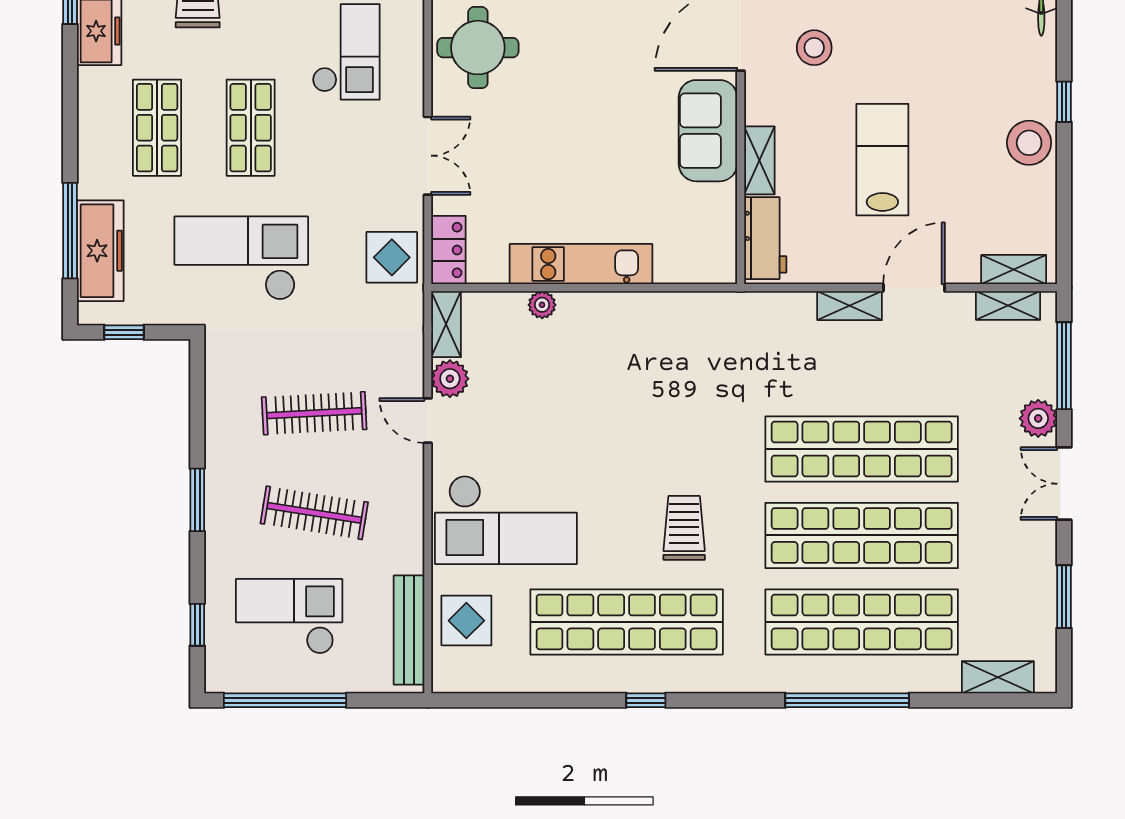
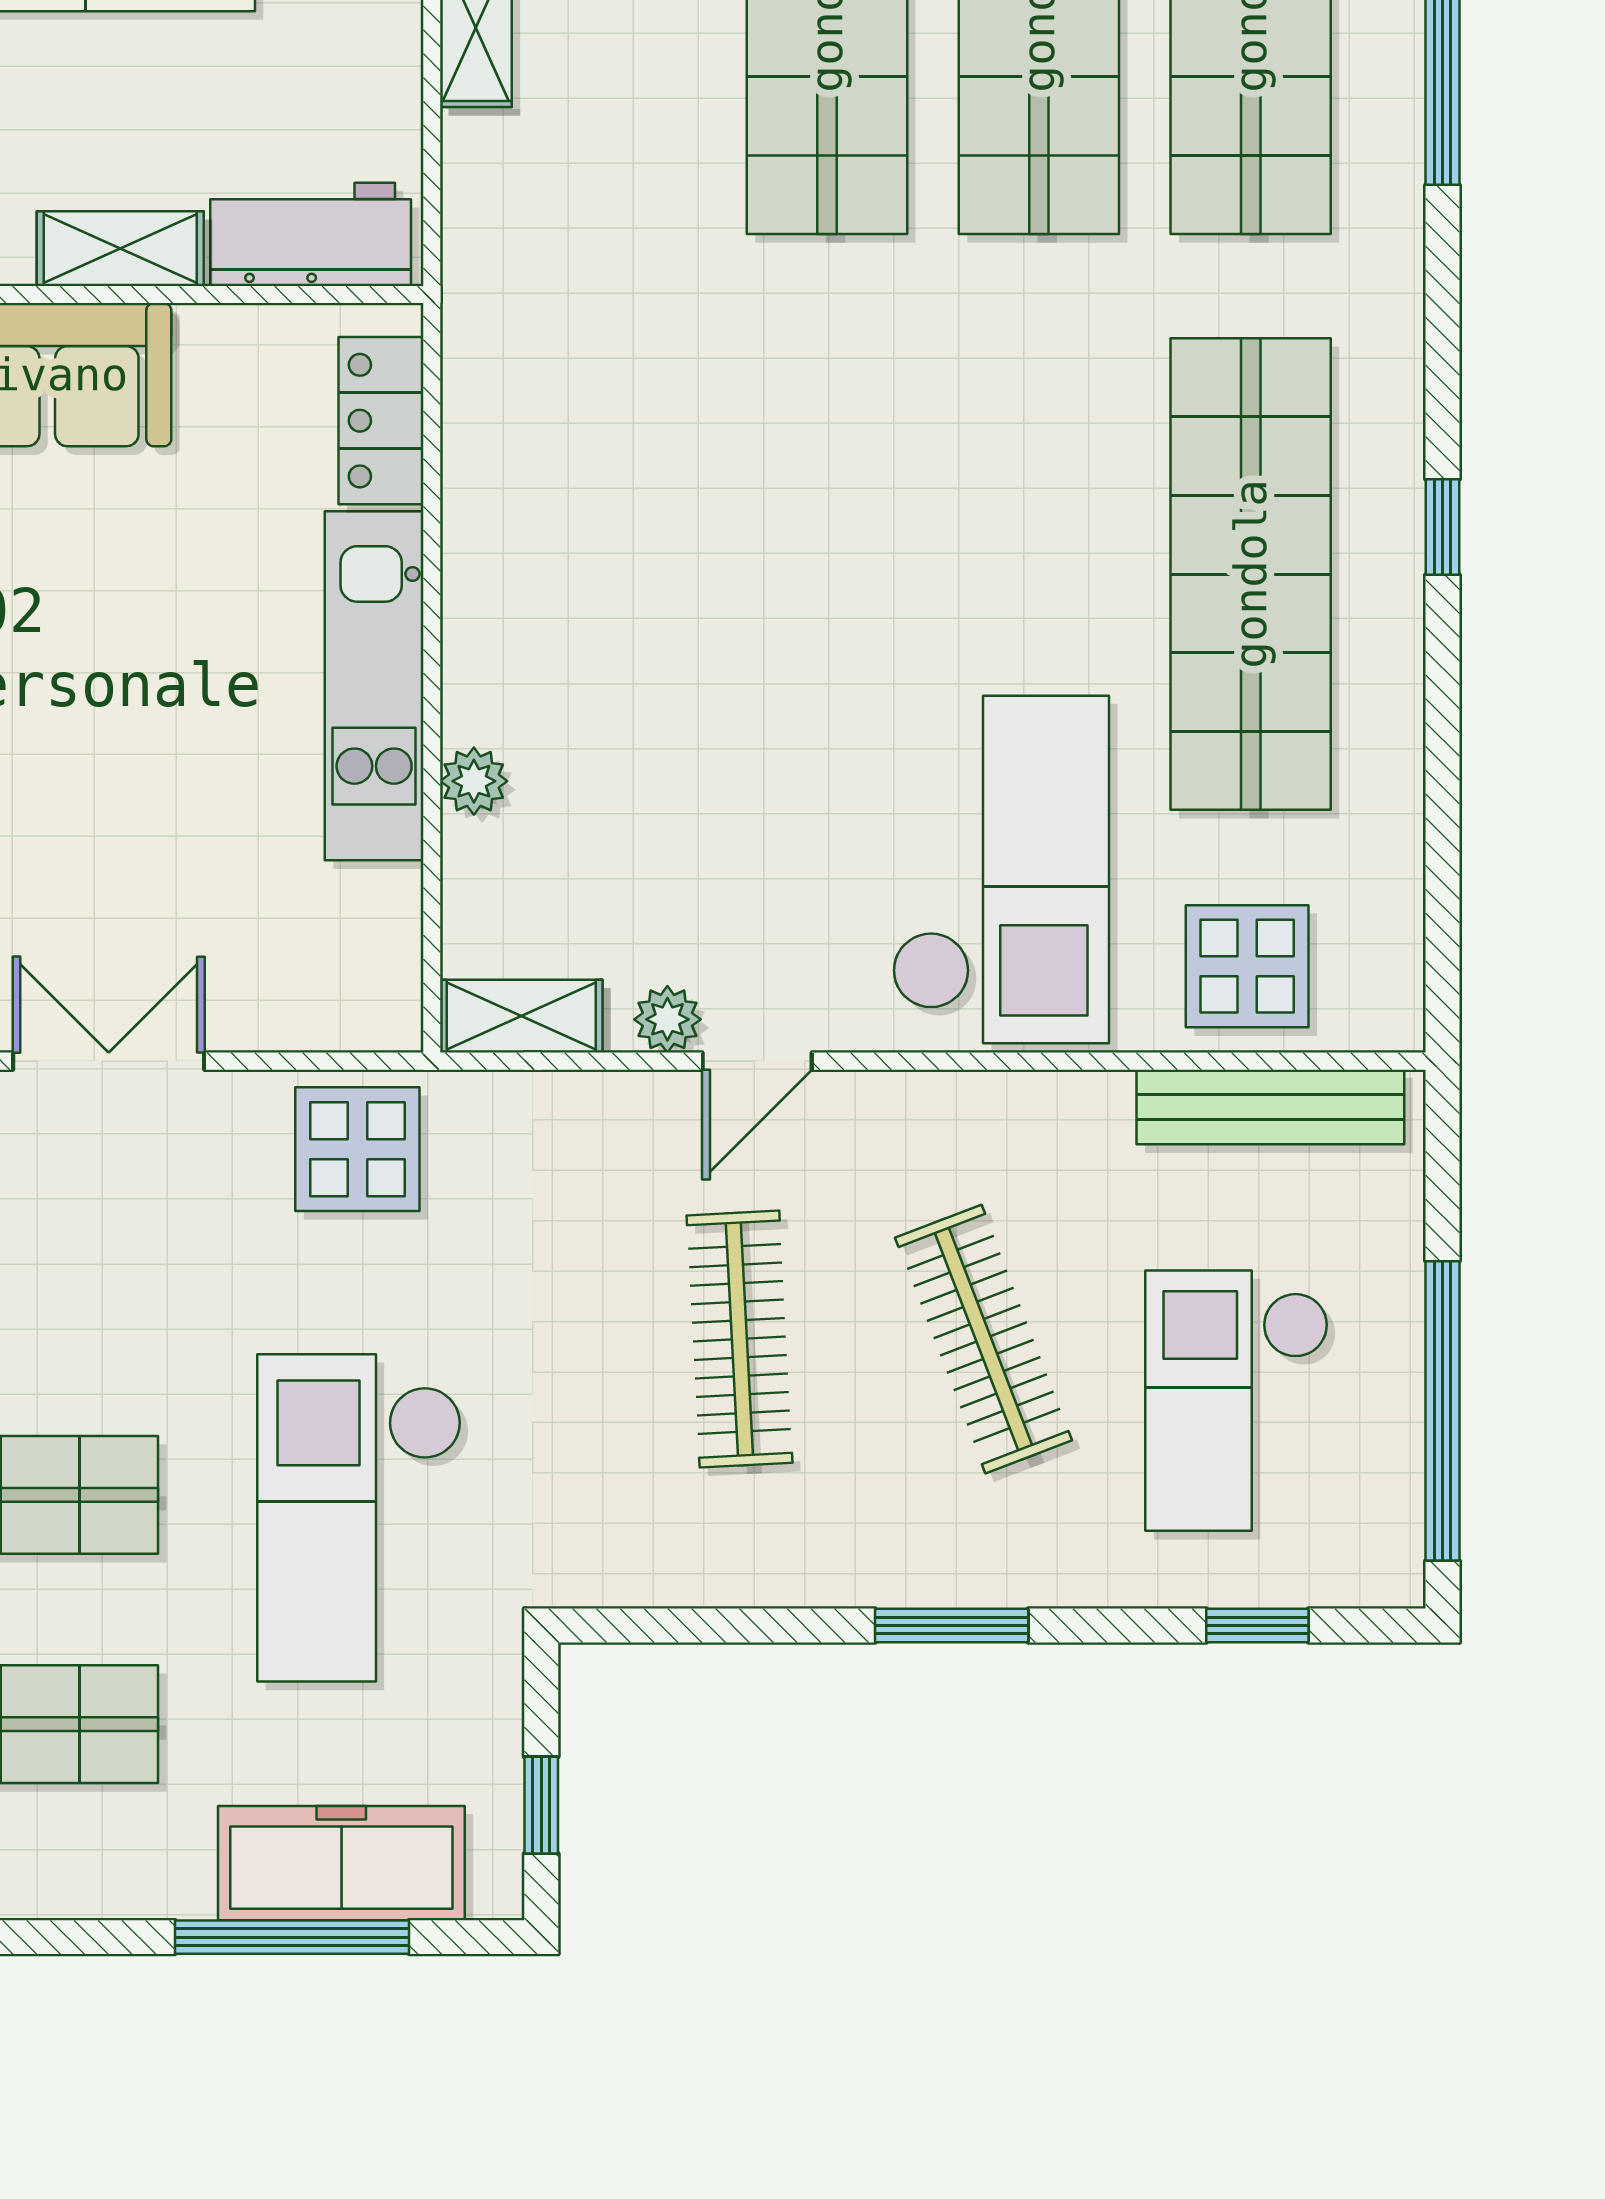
locker: (448, 250) -> (381, 421), moved, turned -90
plant: (450, 379) -> (667, 1019), width x0.73, depth x0.73
clothes rail: (314, 513) -> (983, 1339), turned -30
trolley: (684, 528) -> (1020, 433), removed

